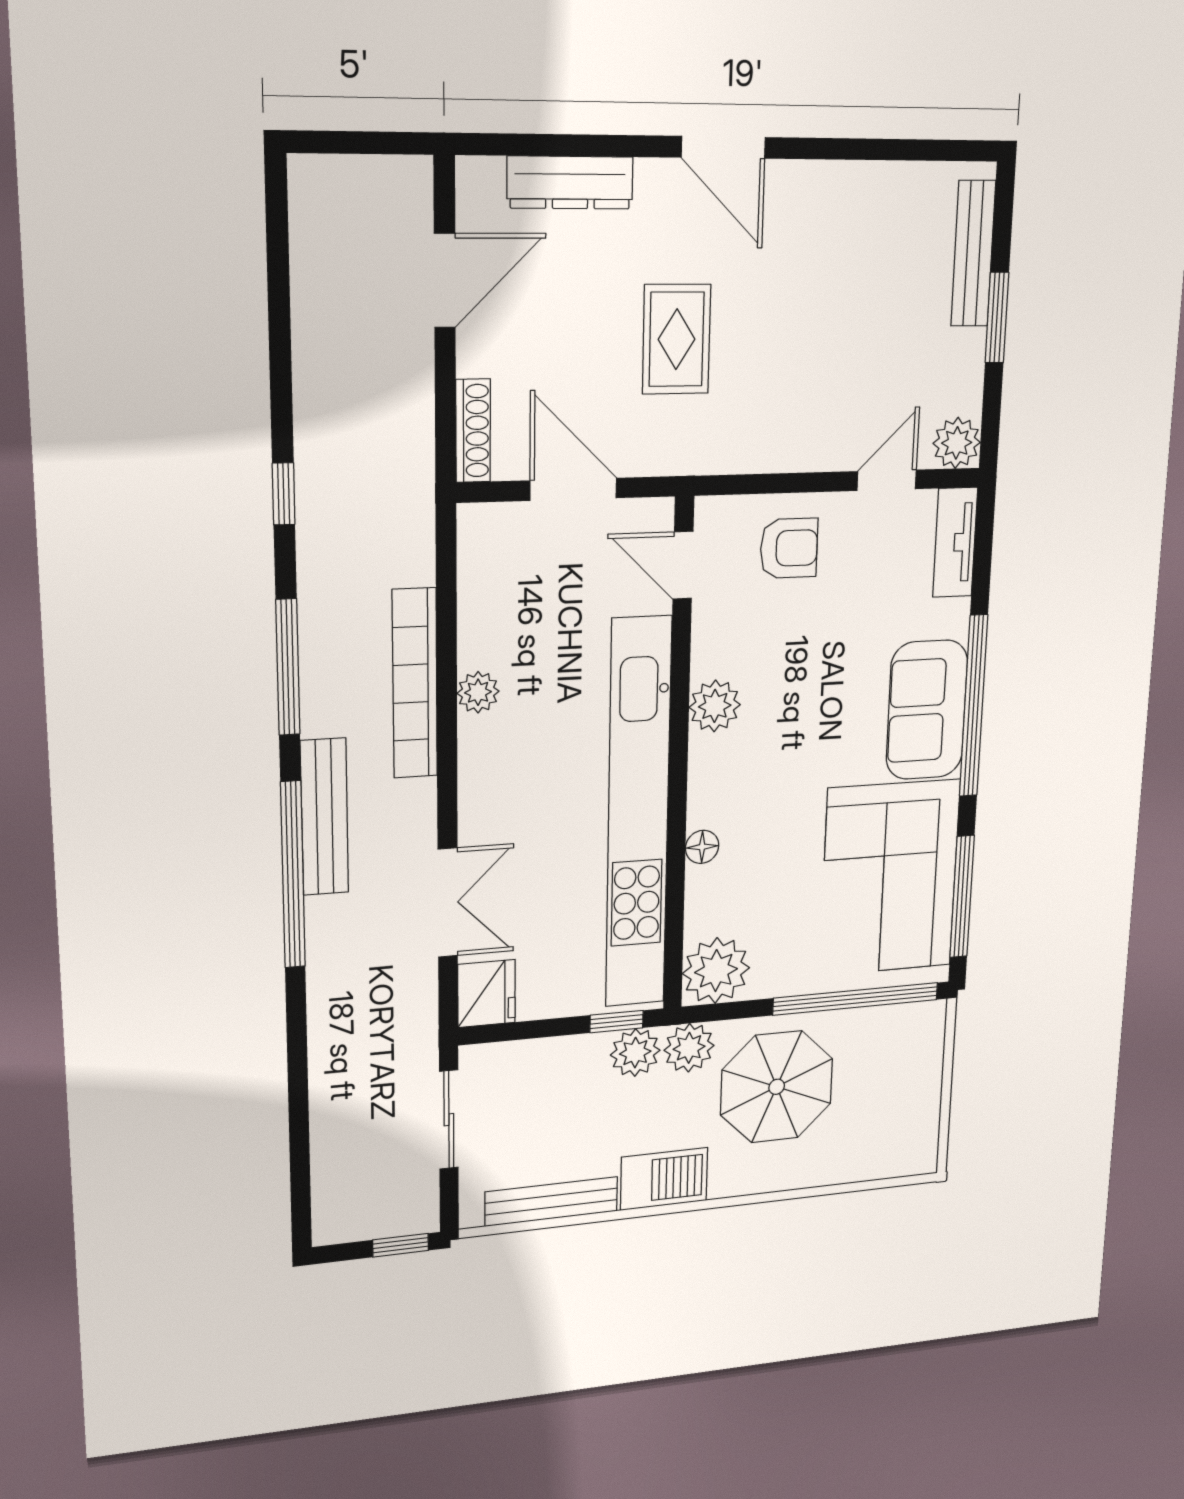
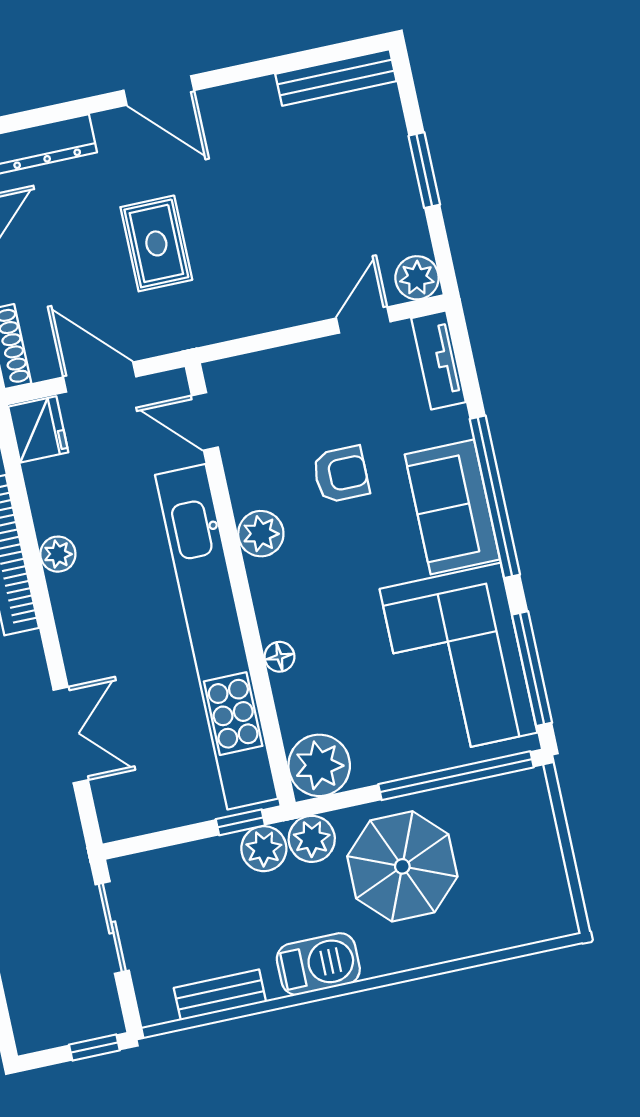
bench: (973, 254) -> (336, 77), moved, turned 90
armchair: (789, 548) -> (341, 474), moved
fridge: (487, 994) -> (38, 429), moved
bench: (551, 1202) -> (220, 995), width x0.73

